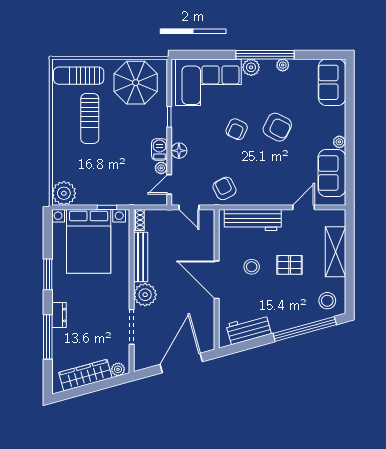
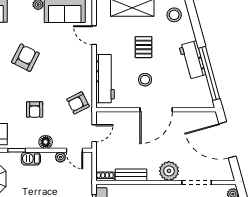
armchair: (237, 129) -> (35, 109), moved, turned 65
barbecue: (159, 150) -> (31, 159), moved
bench: (141, 257) -> (131, 175), width x0.73
workbench: (249, 329) -> (192, 60), moved
window: (305, 329) -> (209, 73), moved

